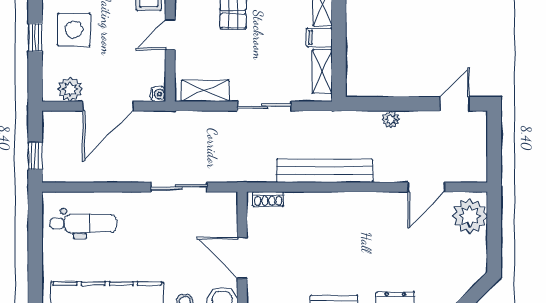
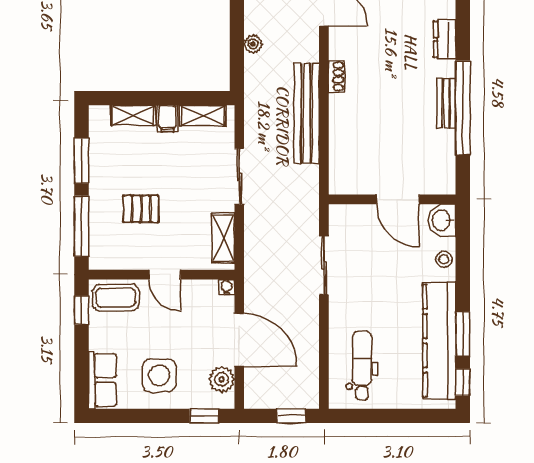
window: (35, 37) -> (204, 416), moved
shoe rack: (268, 199) -> (336, 76), moved
door: (242, 258) -> (398, 199), hinge flipped

